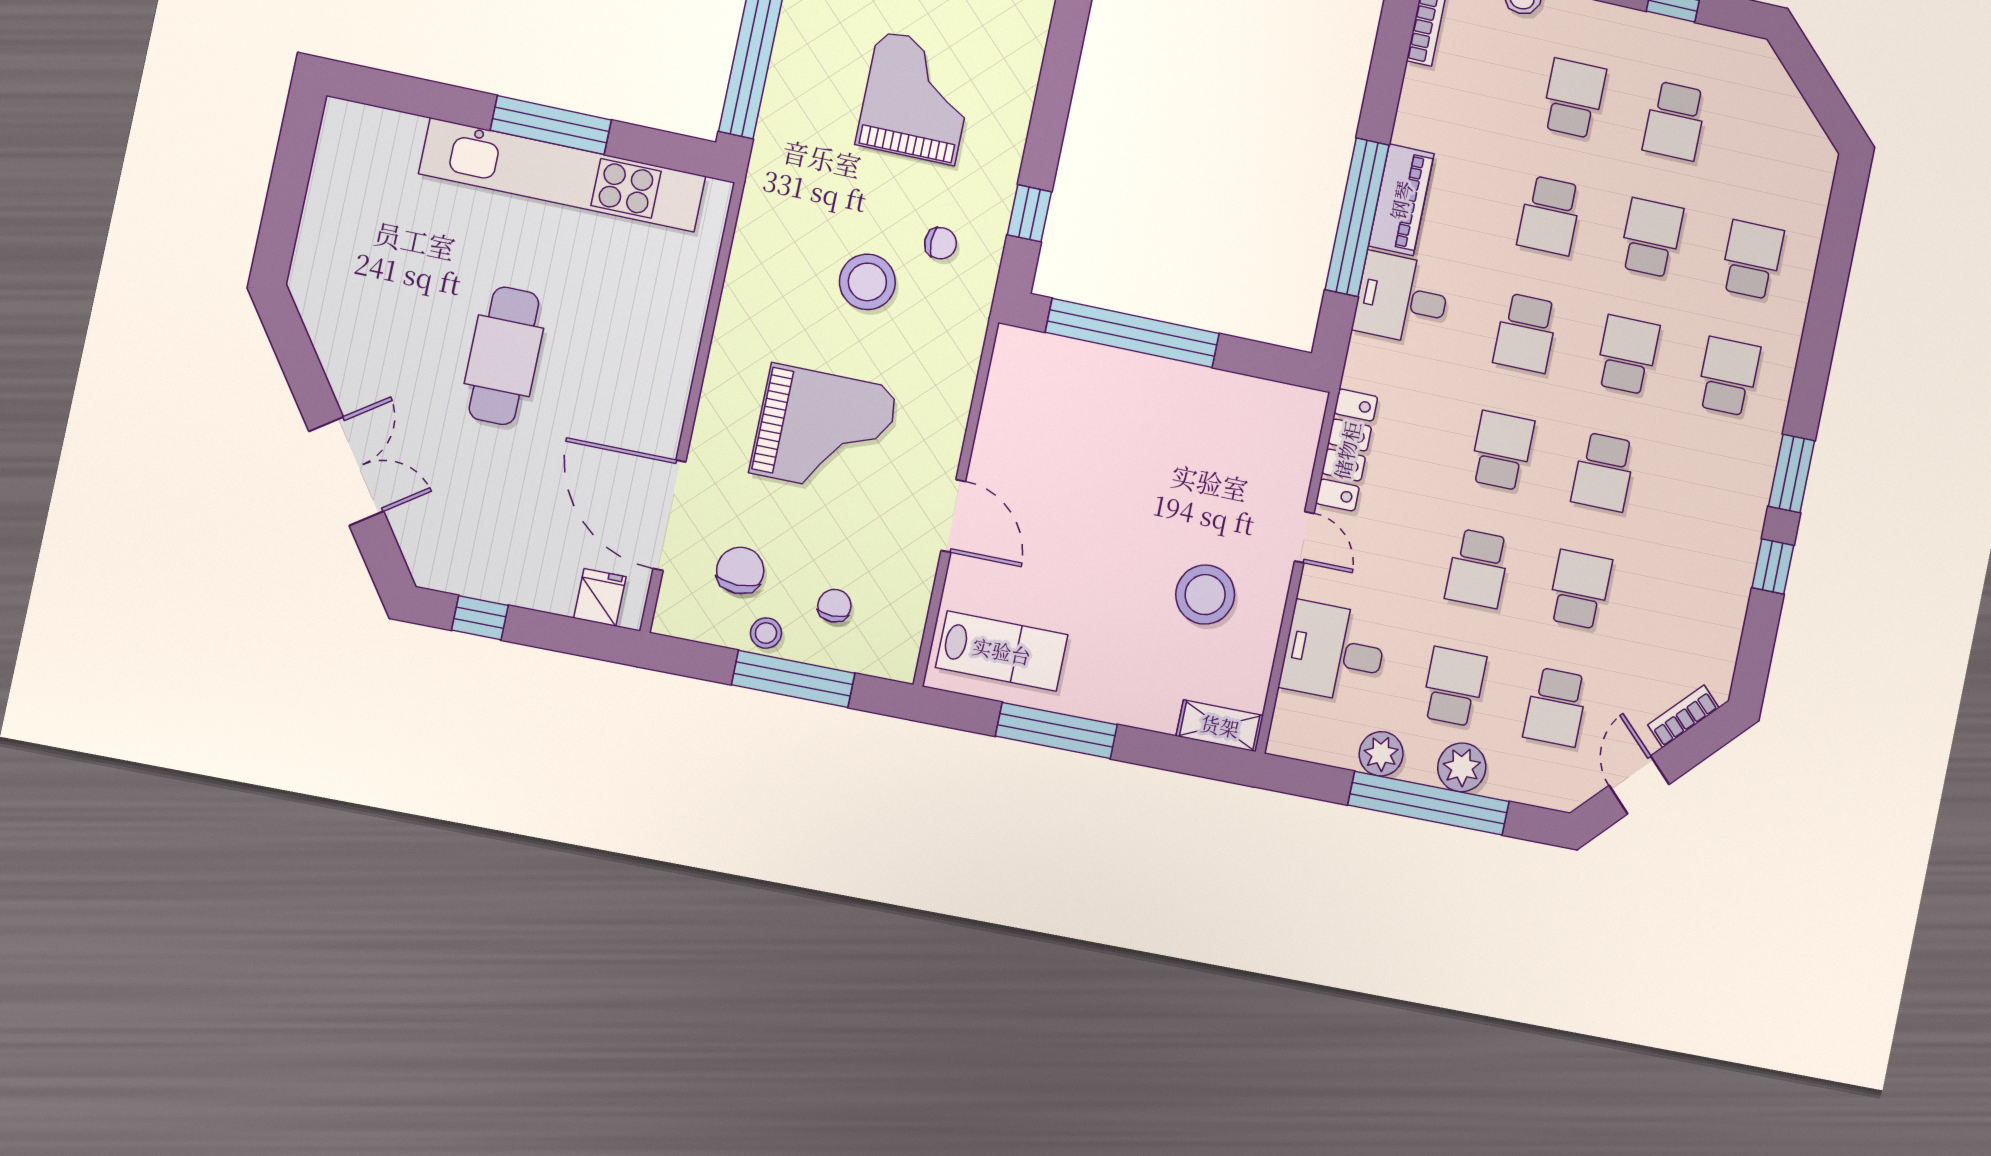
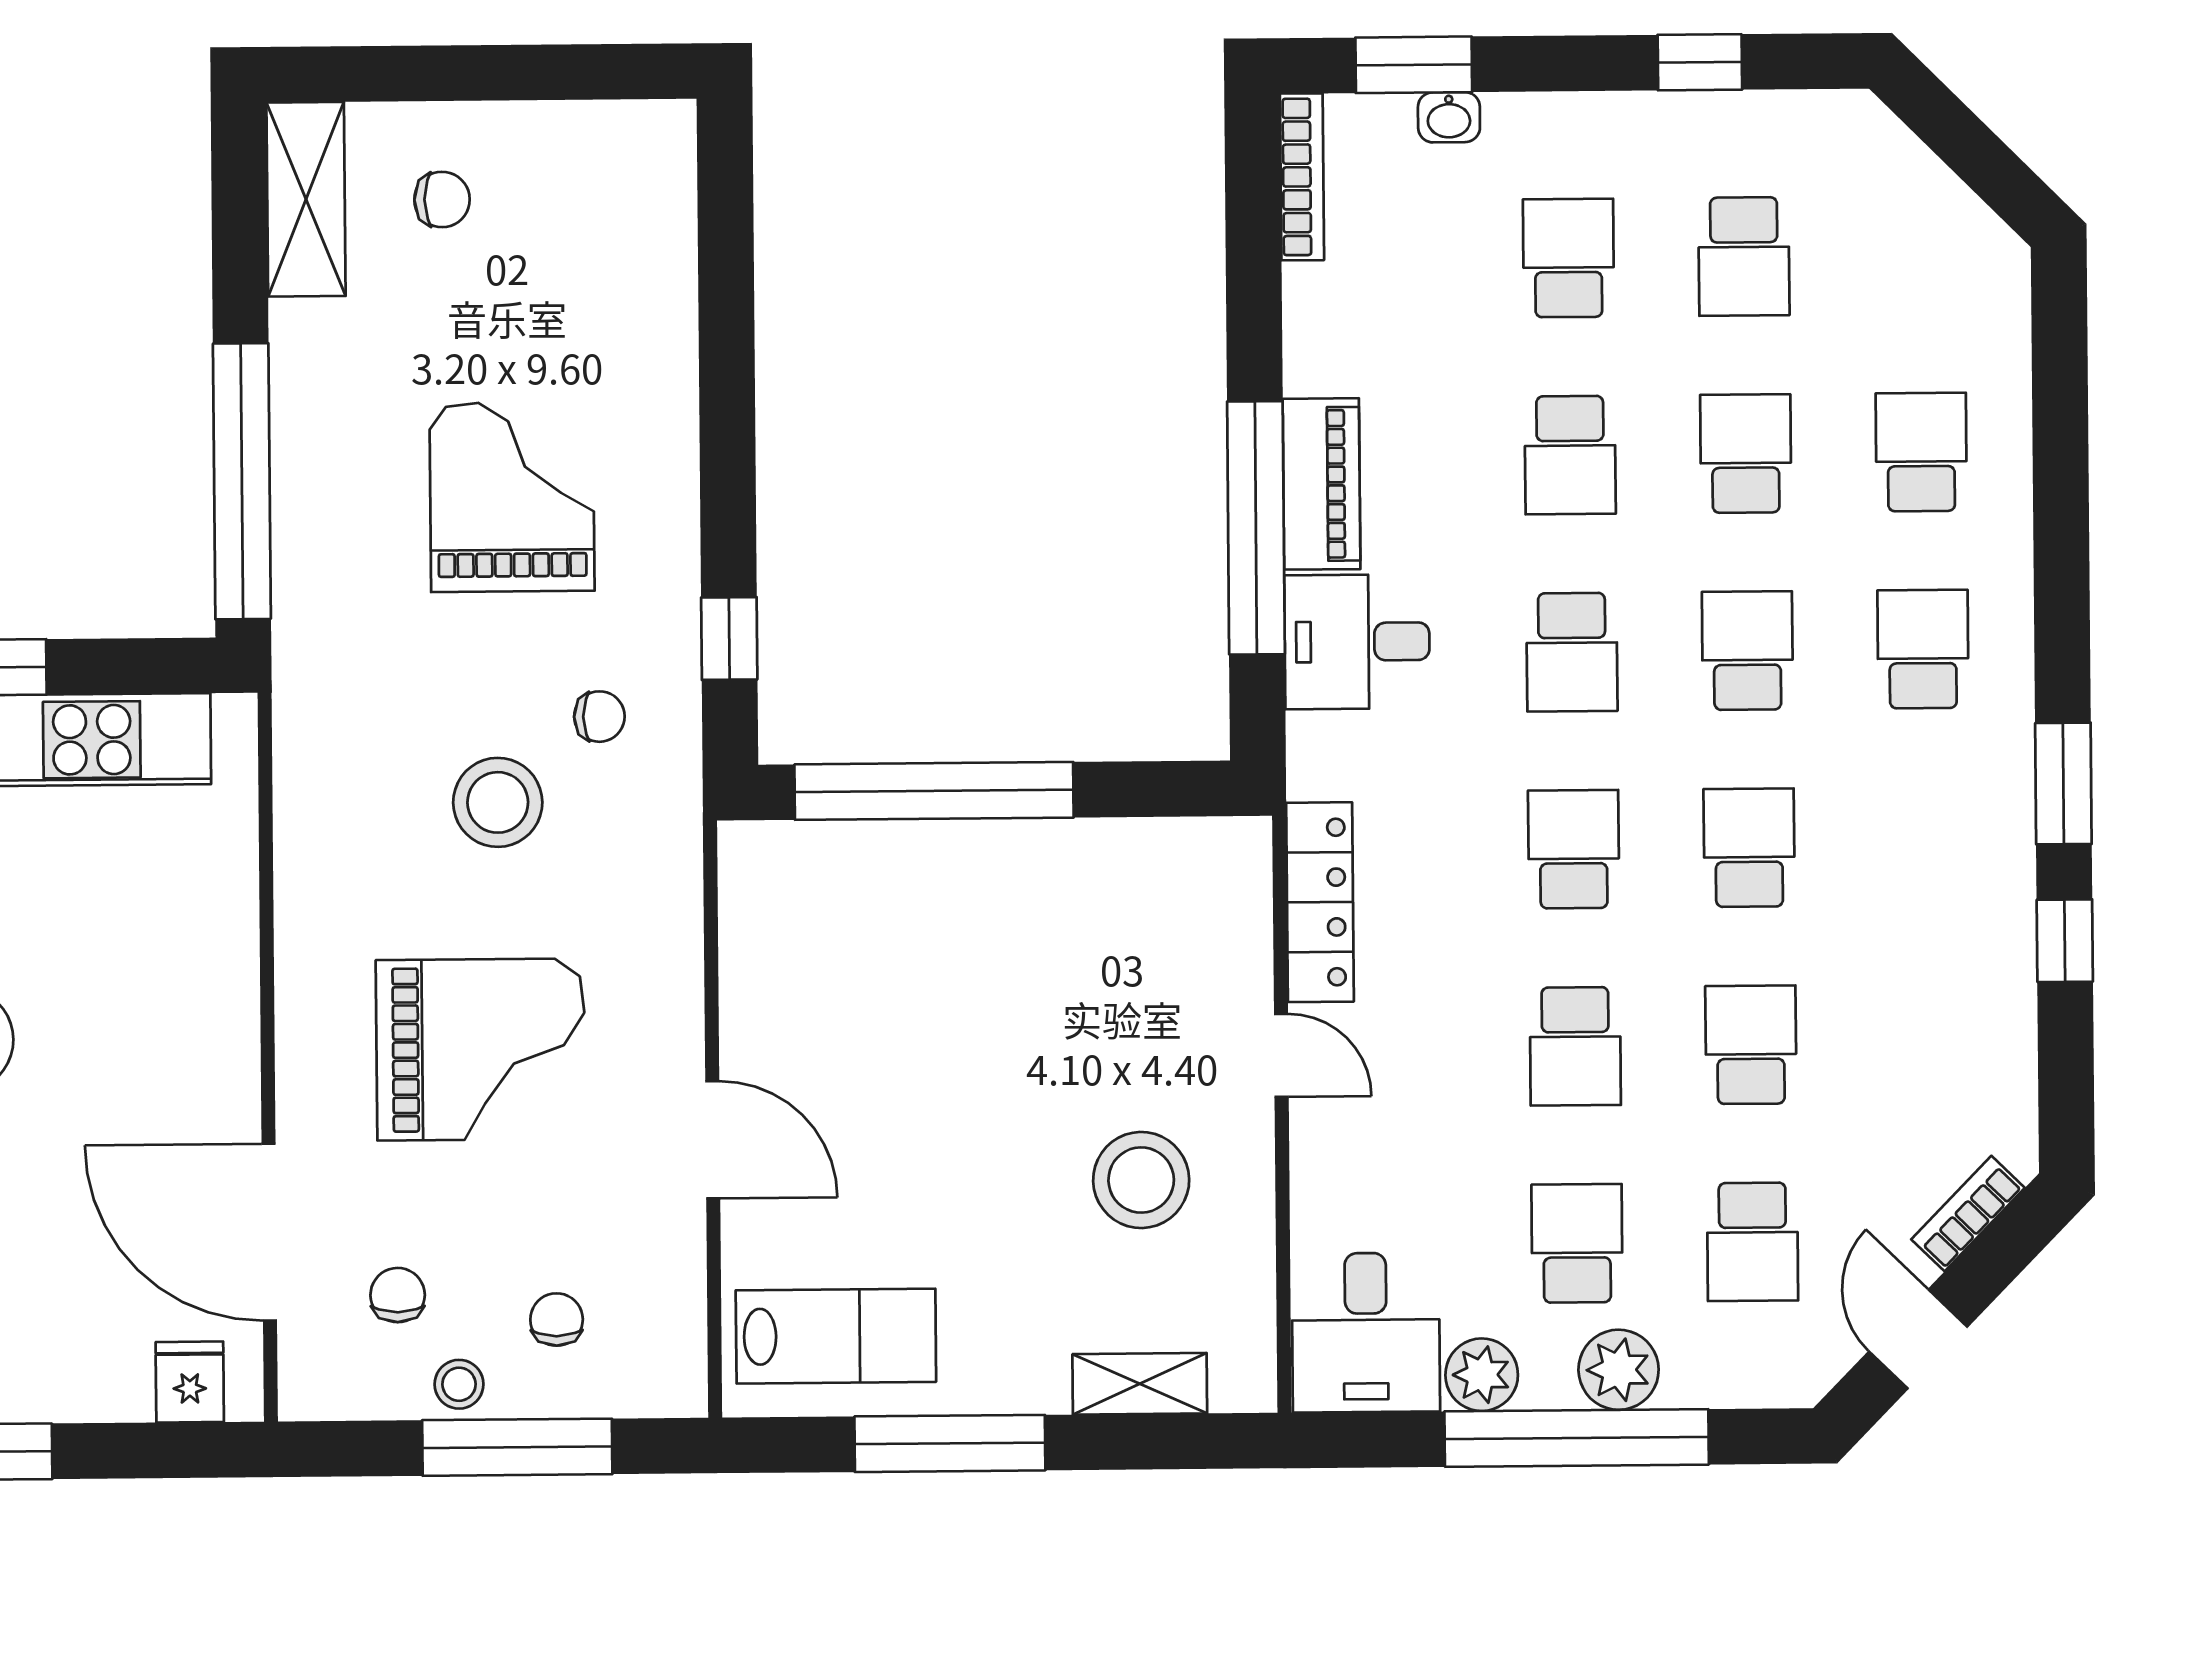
school desk: (1604, 472) -> (1749, 848), turned 180
chair: (740, 570) -> (398, 1295), width x0.73, depth x0.73
desk: (1334, 652) -> (1366, 1333), moved, turned -90
shelving: (1220, 726) -> (1140, 1384), moved

